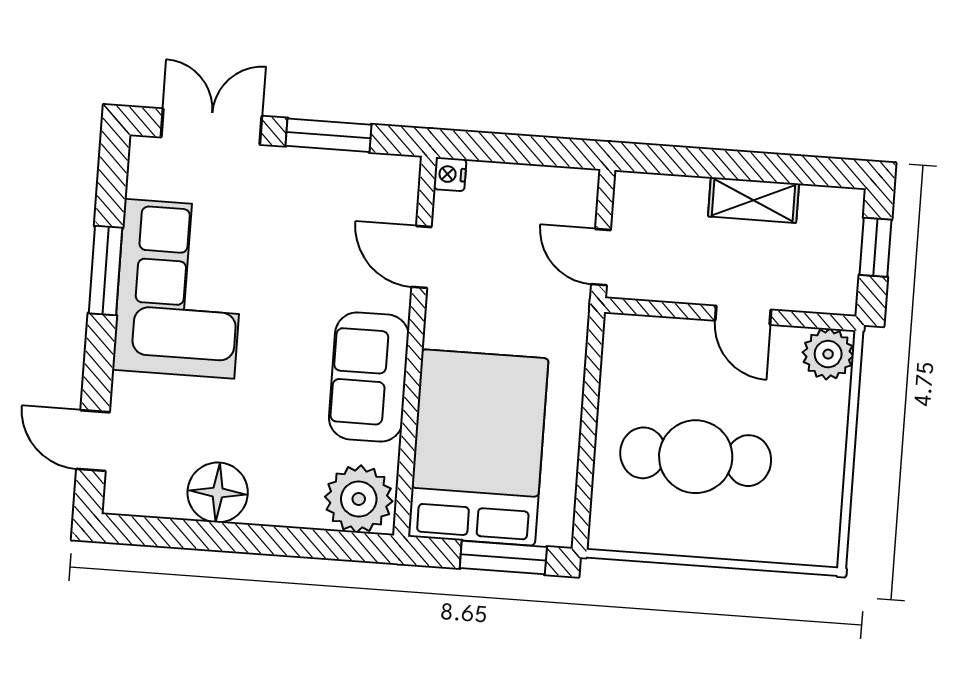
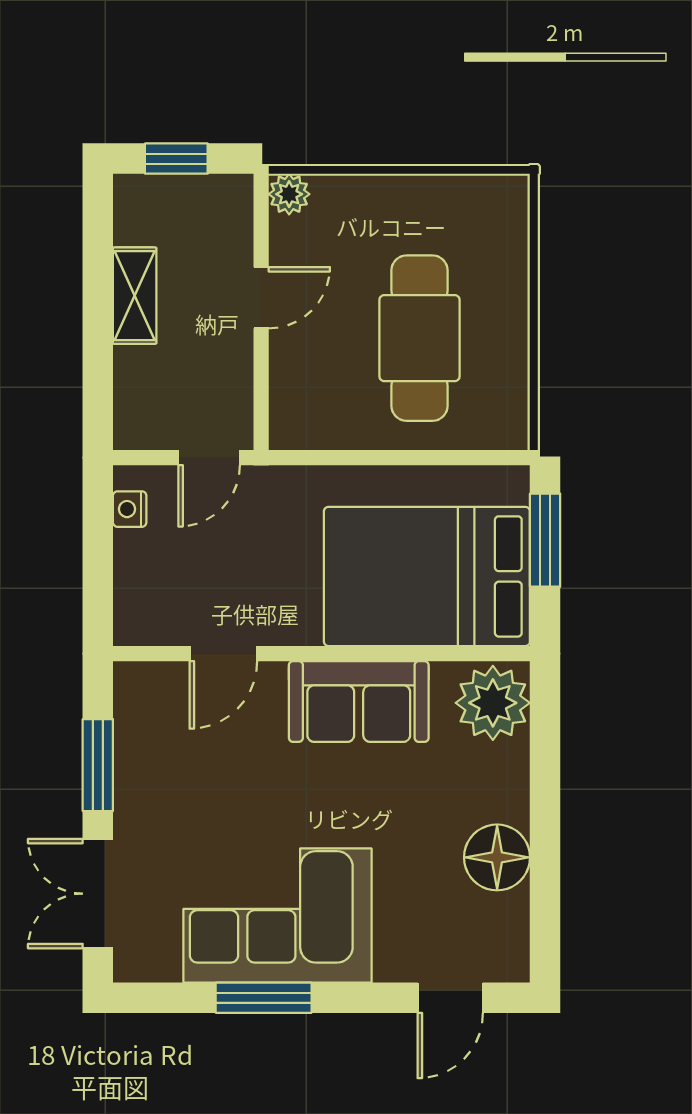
nightstand: (450, 174) -> (130, 509), moved, turned 90
plant: (828, 354) -> (289, 194), width x0.73, depth x0.73

